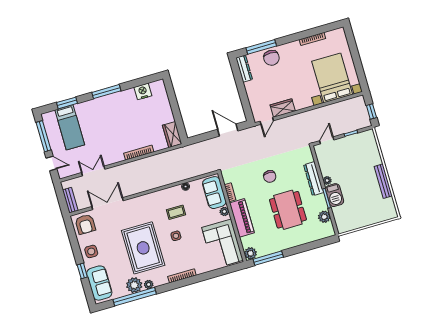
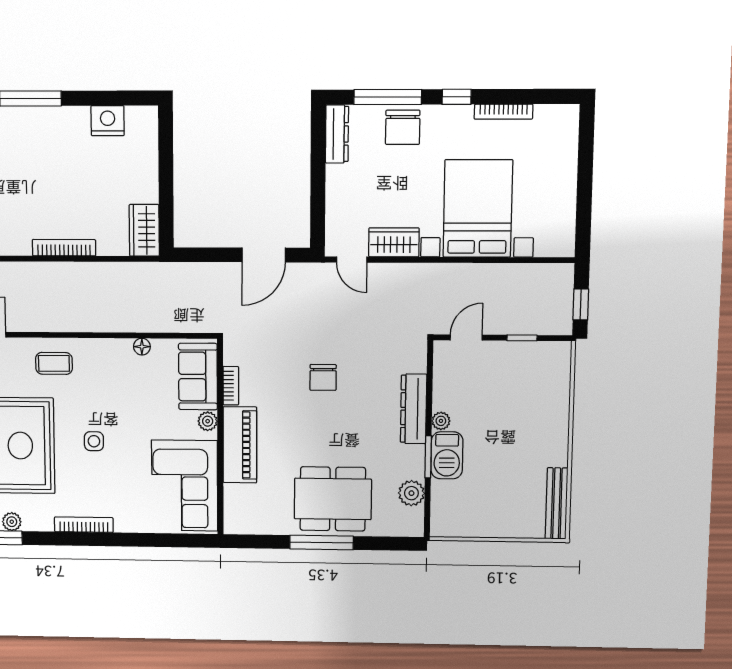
window: (291, 38) -> (457, 97), added
bed with nightstands: (332, 78) -> (478, 208), moved
door: (267, 121) -> (352, 260), hinge flipped
door: (228, 130) -> (264, 255), swing flipped
bench: (383, 181) -> (557, 504), moved
dining table: (288, 210) -> (333, 499), moved, turned 90
coffee table: (176, 212) -> (54, 363), moved
plant: (250, 253) -> (236, 521), removed
window: (268, 258) -> (322, 542), moved

